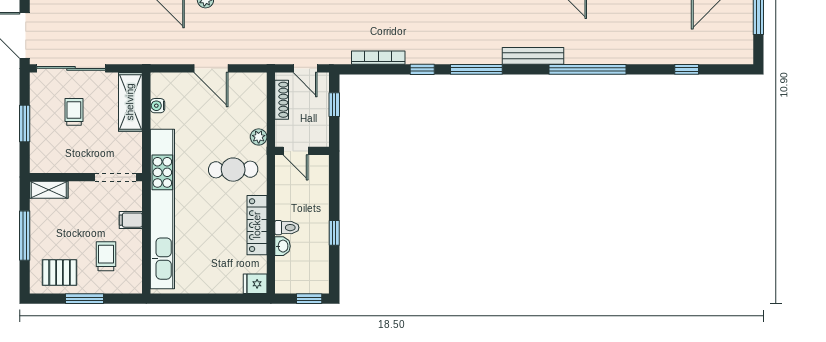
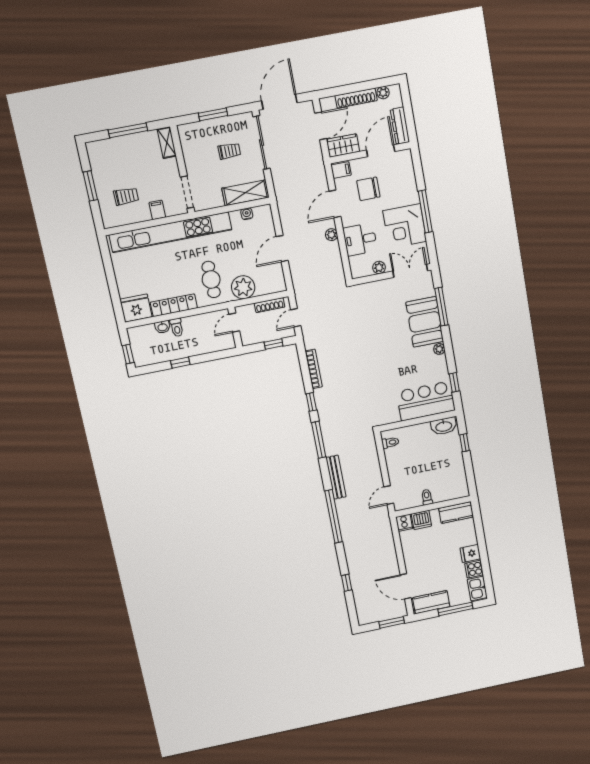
plant: (259, 137) -> (243, 287), width x1.87, depth x1.87
pallet: (60, 273) -> (106, 163), removed
fridge: (255, 284) -> (136, 308), width x1.88, depth x1.34

